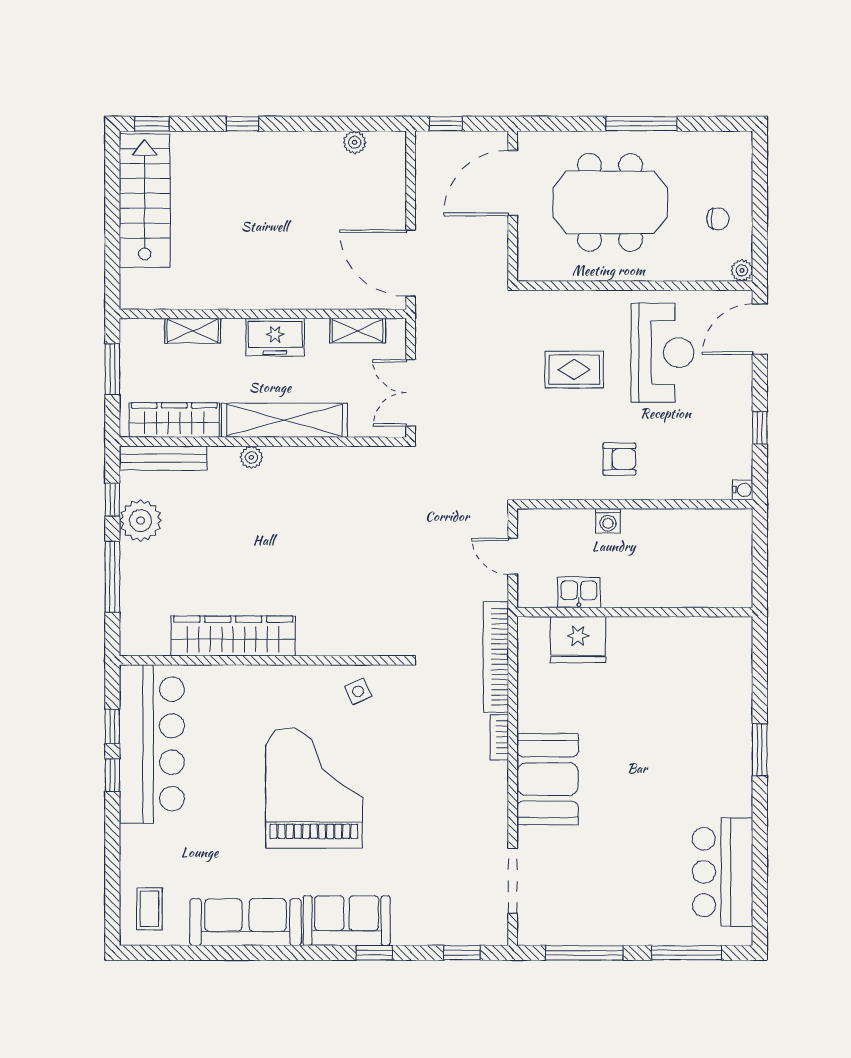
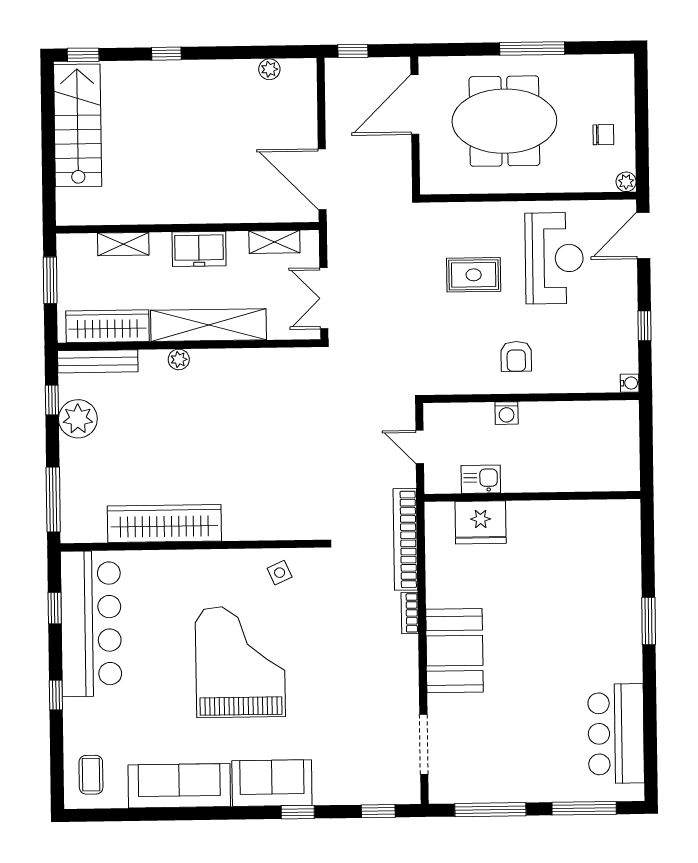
armchair: (619, 459) -> (516, 356), turned 90
window: (112, 577) -> (53, 499), moved
window: (112, 775) -> (56, 695), moved

